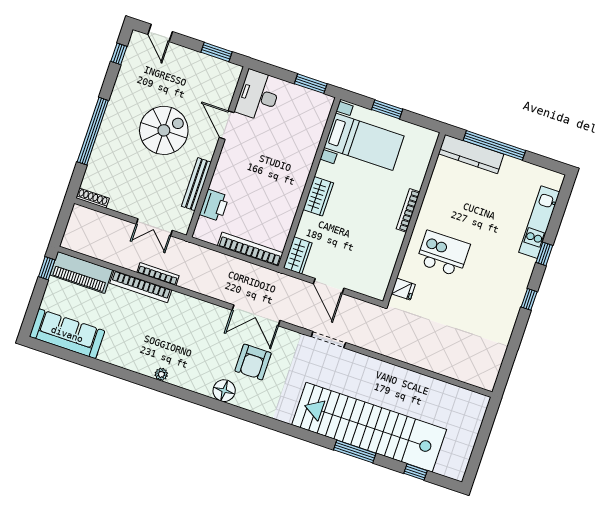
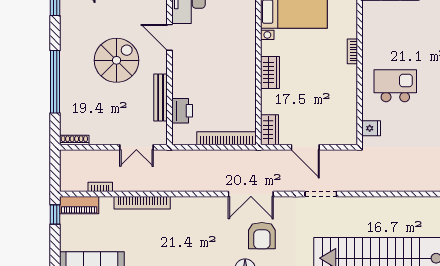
bookcase: (408, 210) -> (352, 51), width x0.64
piano: (81, 272) -> (79, 205), width x0.73, depth x0.75
bookcase: (158, 274) -> (100, 187), moved, width x0.64

